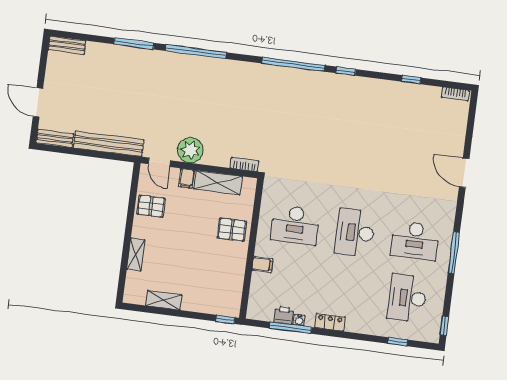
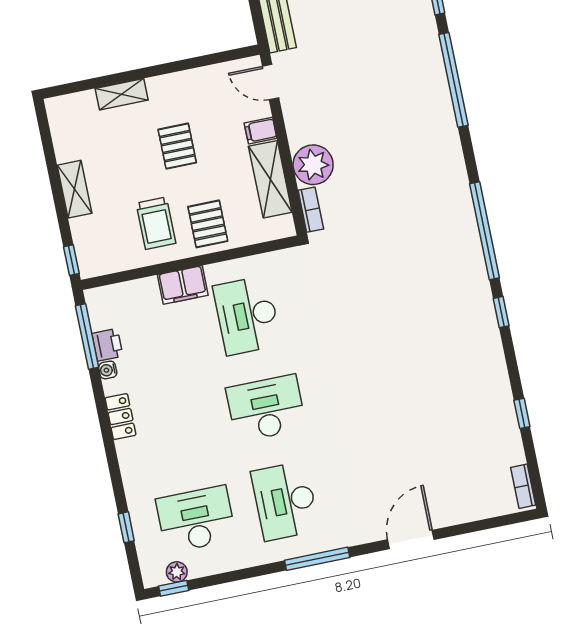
plant: (190, 150) -> (313, 165), moved
door: (159, 162) -> (271, 82), hinge flipped
pallet: (151, 206) -> (177, 146), moved
window: (454, 253) -> (317, 559), moved
trolley: (221, 261) -> (156, 223), added
filing cabinet: (262, 265) -> (183, 285), width x2.00
shelving: (164, 300) -> (75, 189), moved
plant: (435, 321) -> (177, 572), added
window: (291, 328) -> (87, 336), moved

